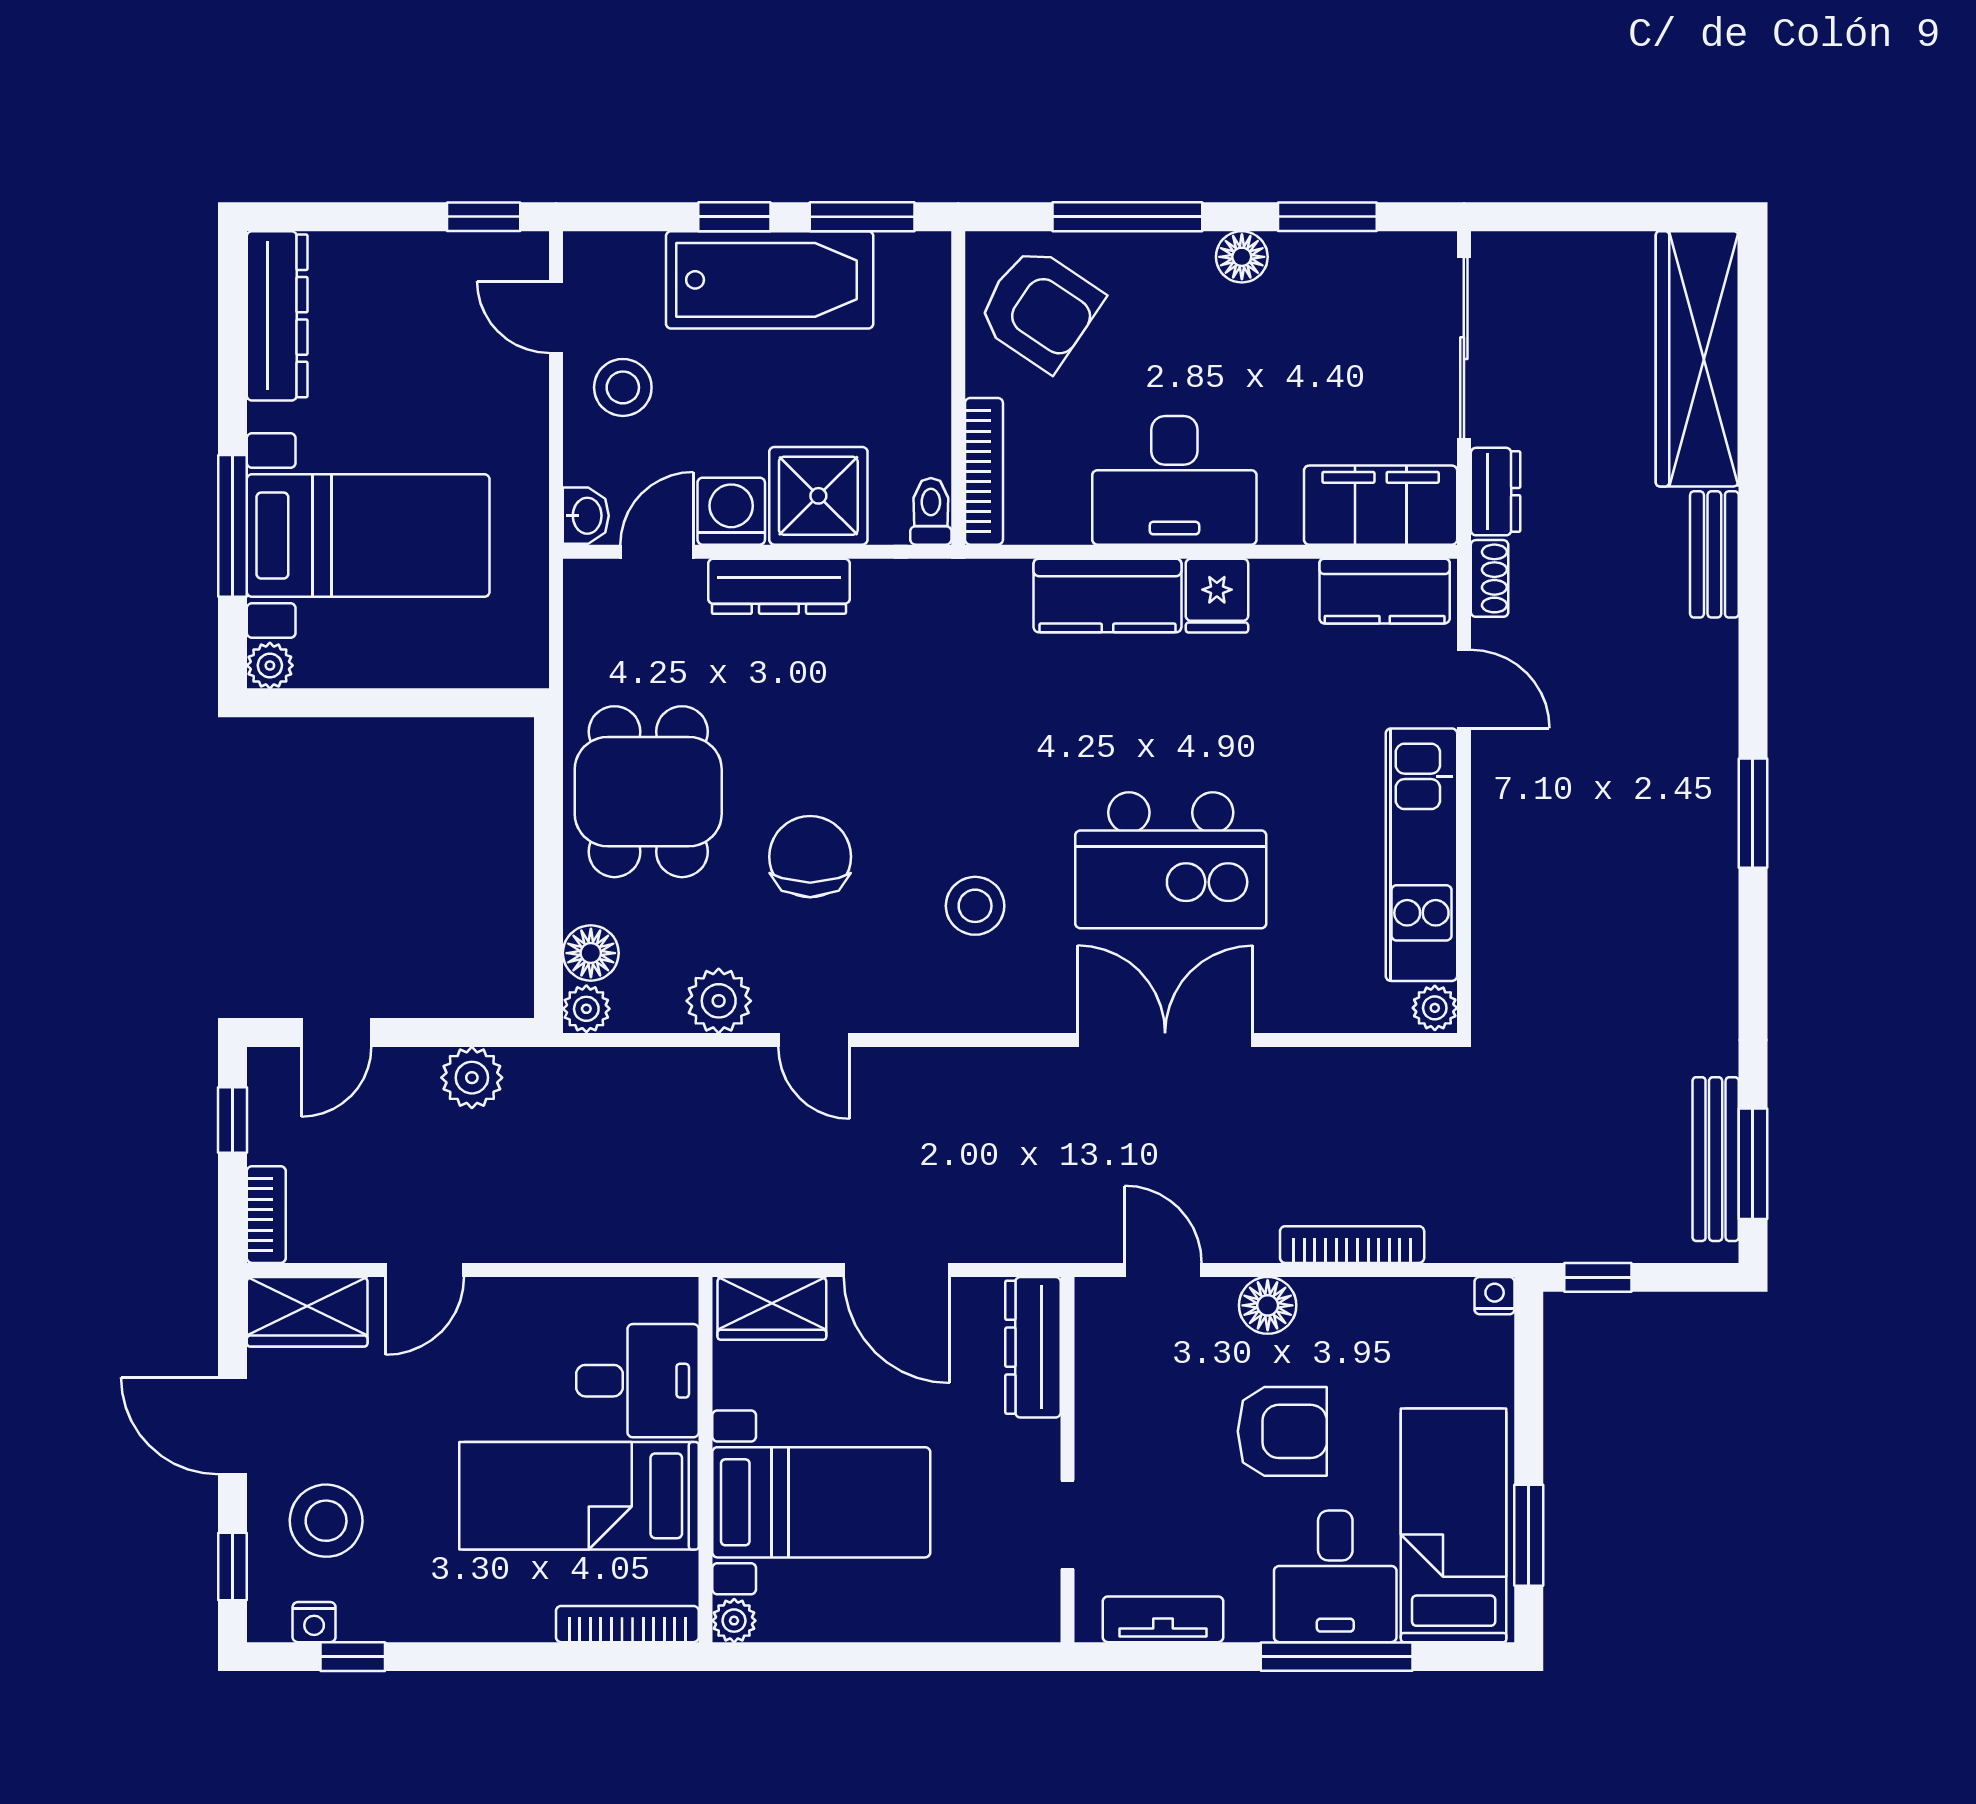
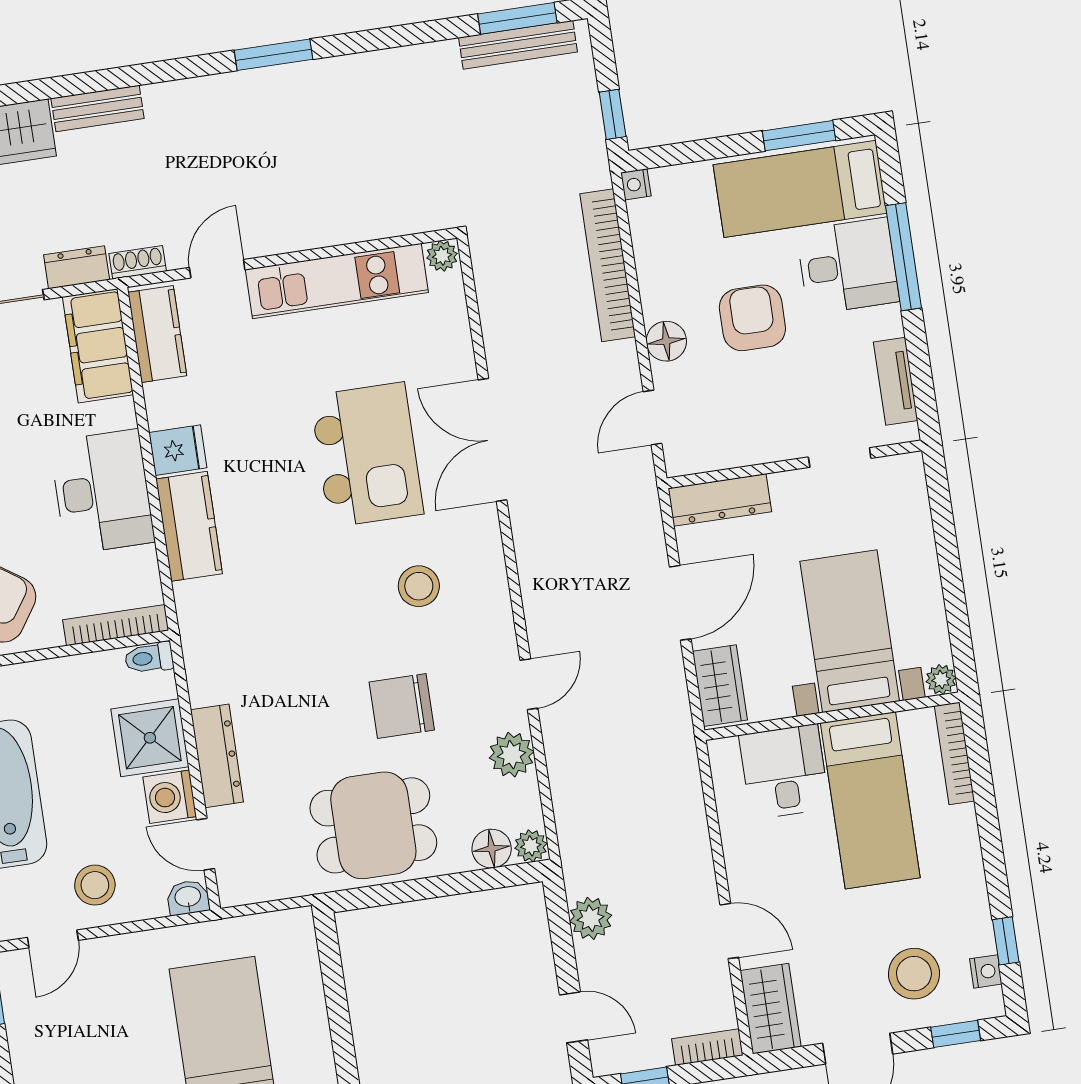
bookcase: (1352, 1245) -> (608, 265), width x1.48, depth x1.31

